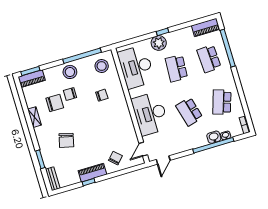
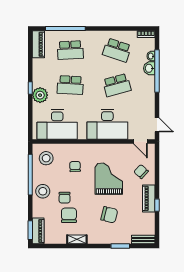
grand piano: (100, 130) -> (109, 179), added

